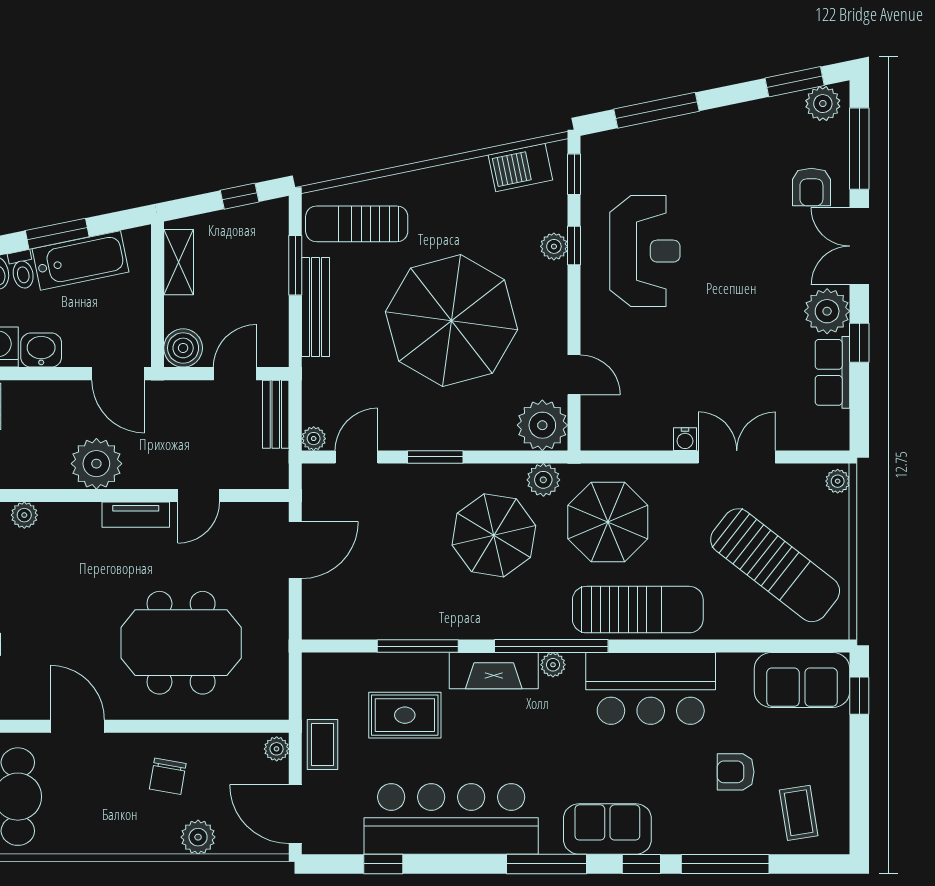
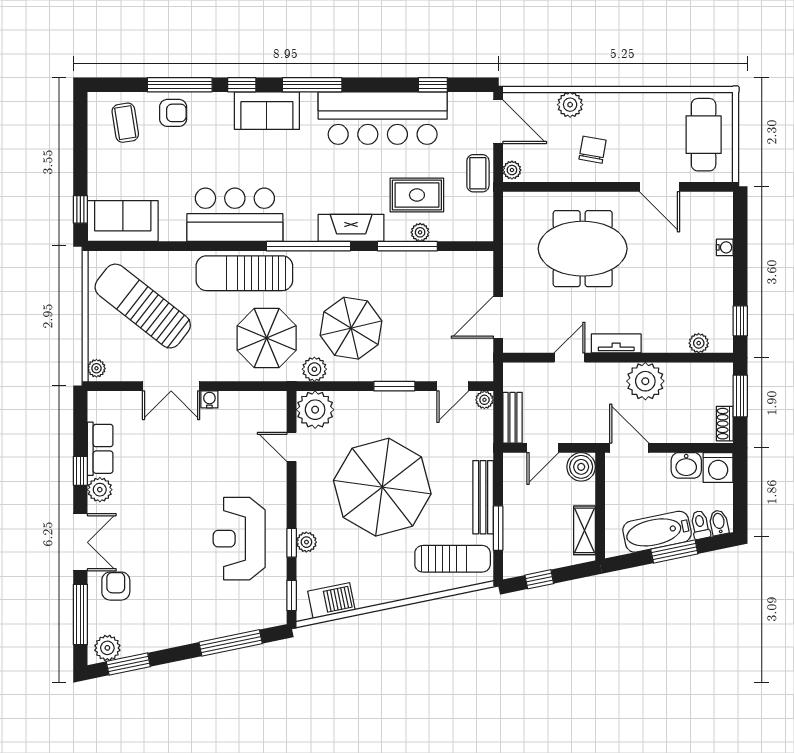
plant: (827, 311) -> (100, 490), width x0.73, depth x0.73
plant: (553, 665) -> (420, 232), moved
armchair: (736, 772) -> (173, 113), moved

